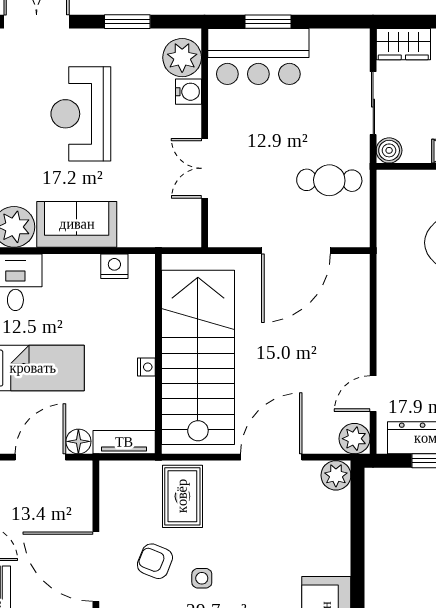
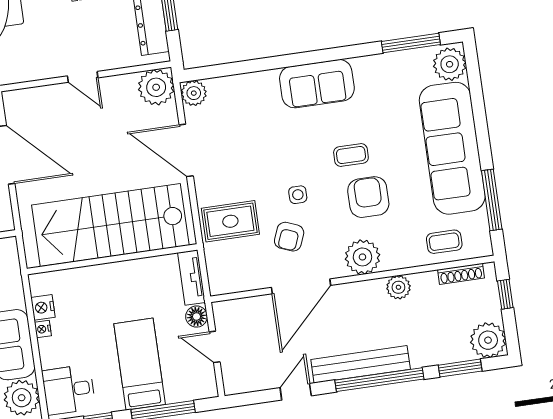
nightstand: (146, 367) -> (43, 329), moved, turned -90
door: (373, 394) -> (83, 77), moved
plant: (354, 439) -> (156, 87), width x1.36, depth x1.36
door: (40, 457) -> (215, 347), width x0.73

